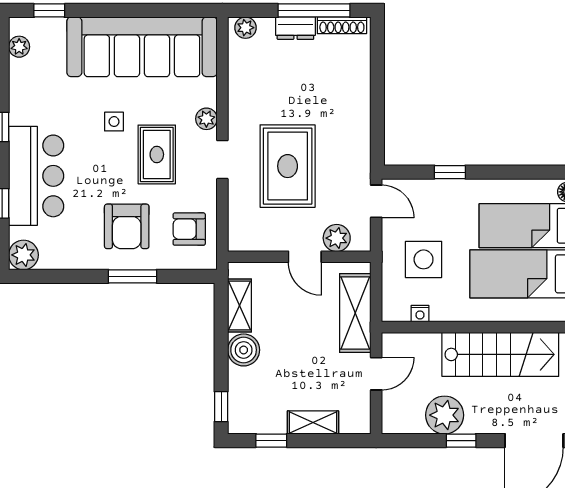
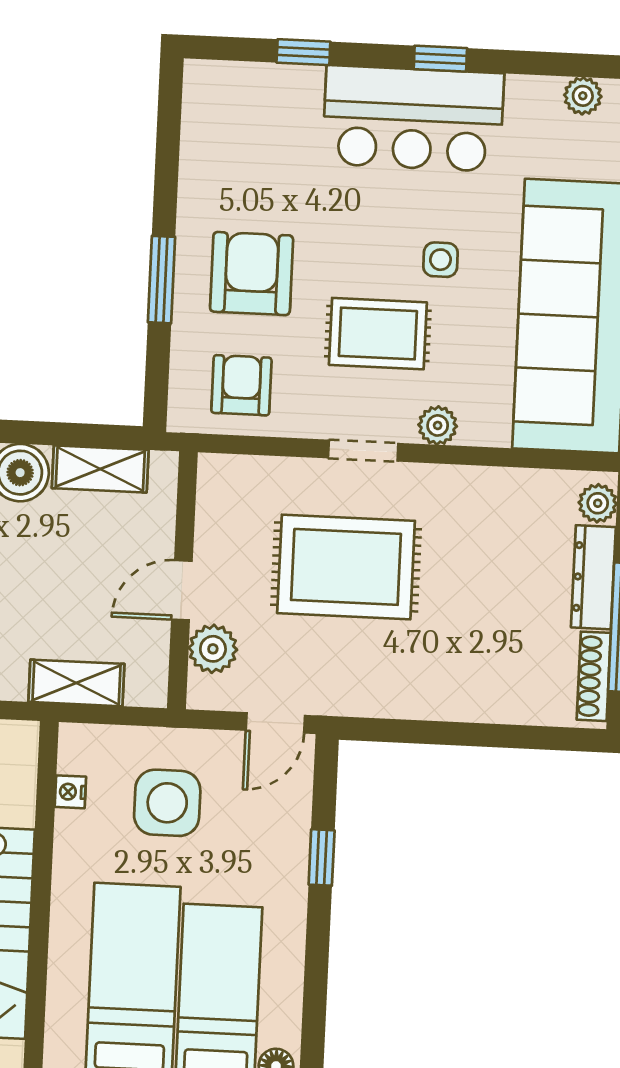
dresser: (295, 28) -> (593, 577), width x1.44
bar counter: (36, 176) -> (413, 119), moved
armchair: (127, 226) -> (252, 274), turned 90
plant: (23, 255) -> (209, 86), removed
shelving: (355, 313) -> (76, 683), width x0.67, depth x0.75

